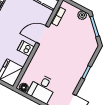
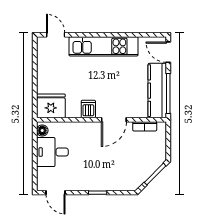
plant: (82, 15) -> (161, 153), removed
door: (42, 35) -> (114, 120), swing flipped

